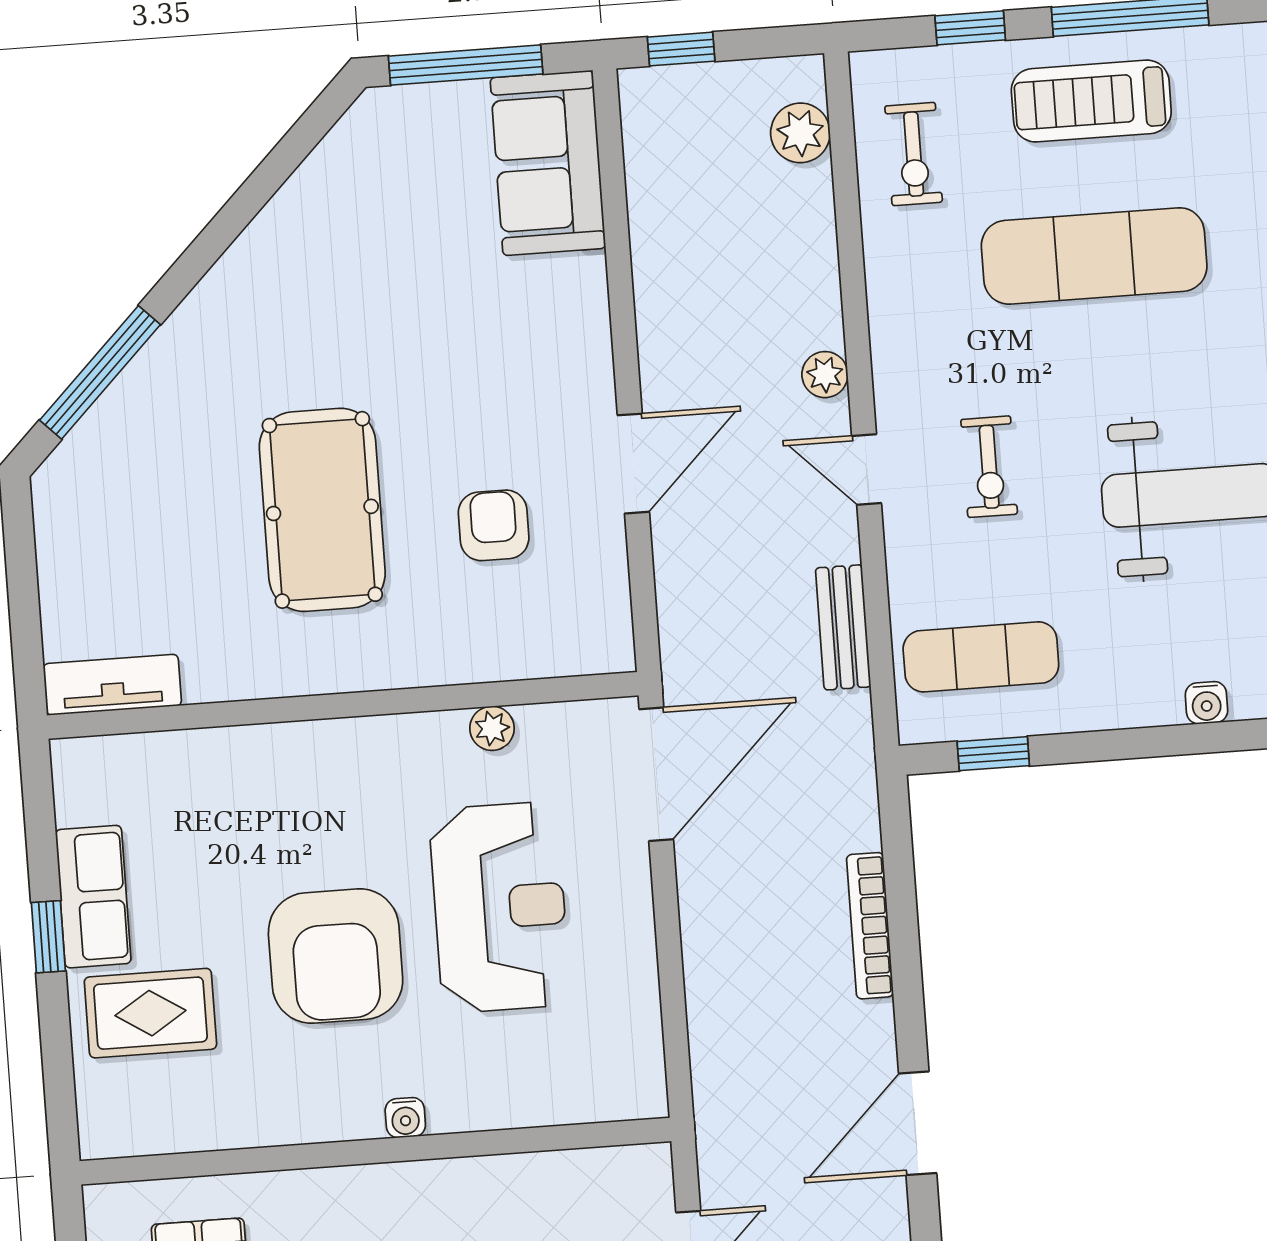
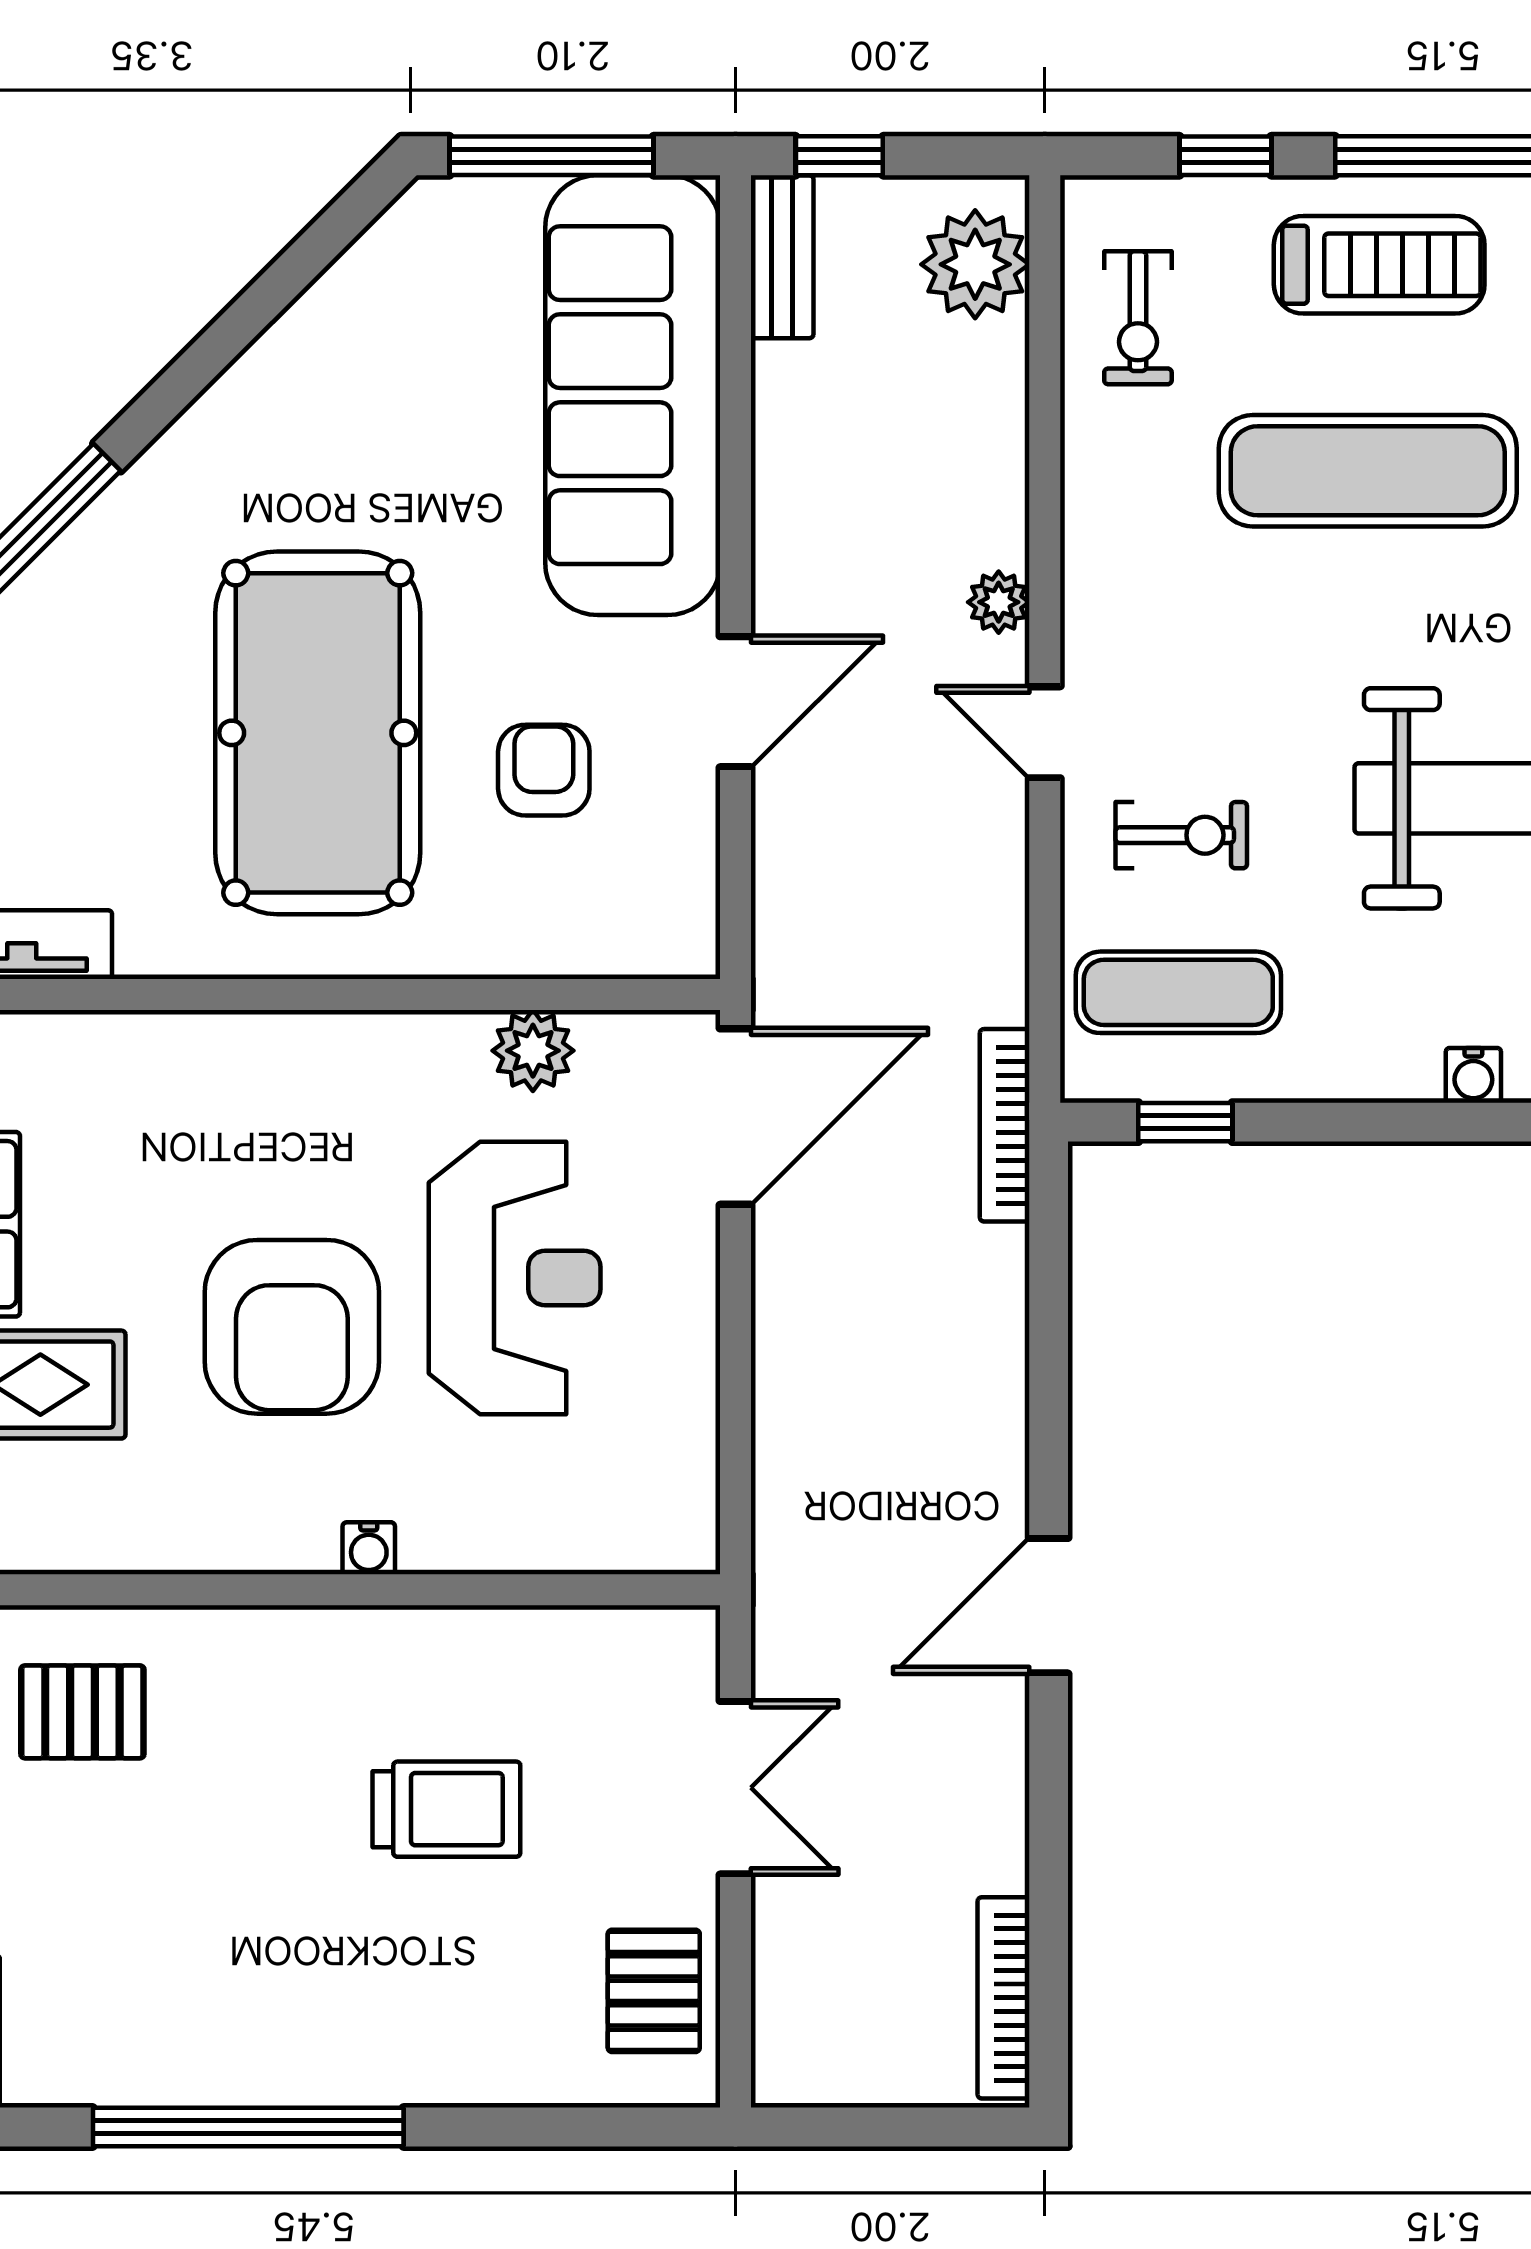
treadmill: (1091, 101) -> (1379, 265), turned 180
plant: (800, 133) -> (975, 264), width x1.36, depth x1.36
sofa: (548, 163) -> (633, 395), width x1.85, depth x1.27
exercise bike: (989, 467) -> (1181, 835), moved, turned -90
pool table: (322, 510) -> (318, 733), width x1.36, depth x1.32
bench: (843, 627) -> (782, 257), moved
plant: (492, 728) -> (533, 1051), width x1.38, depth x1.38
bookcase: (870, 926) -> (1005, 1125), moved

